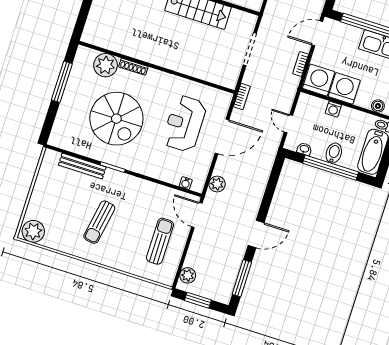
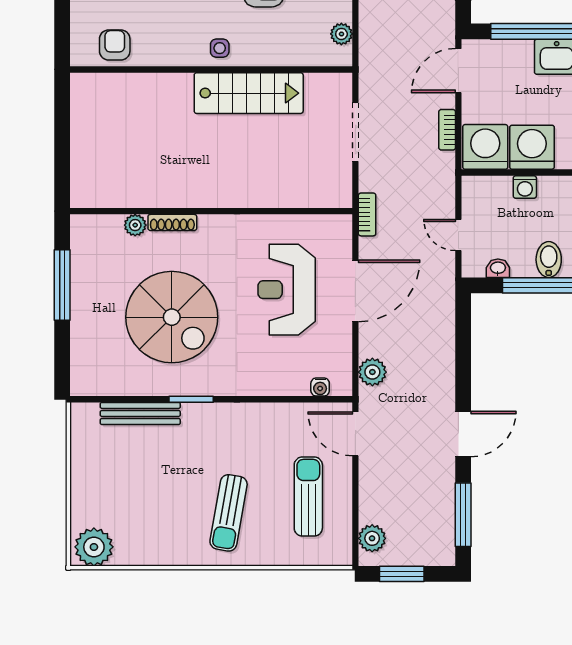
plant: (106, 65) -> (135, 225), width x0.53, depth x0.53
sun lounger: (99, 222) -> (229, 513), moved

